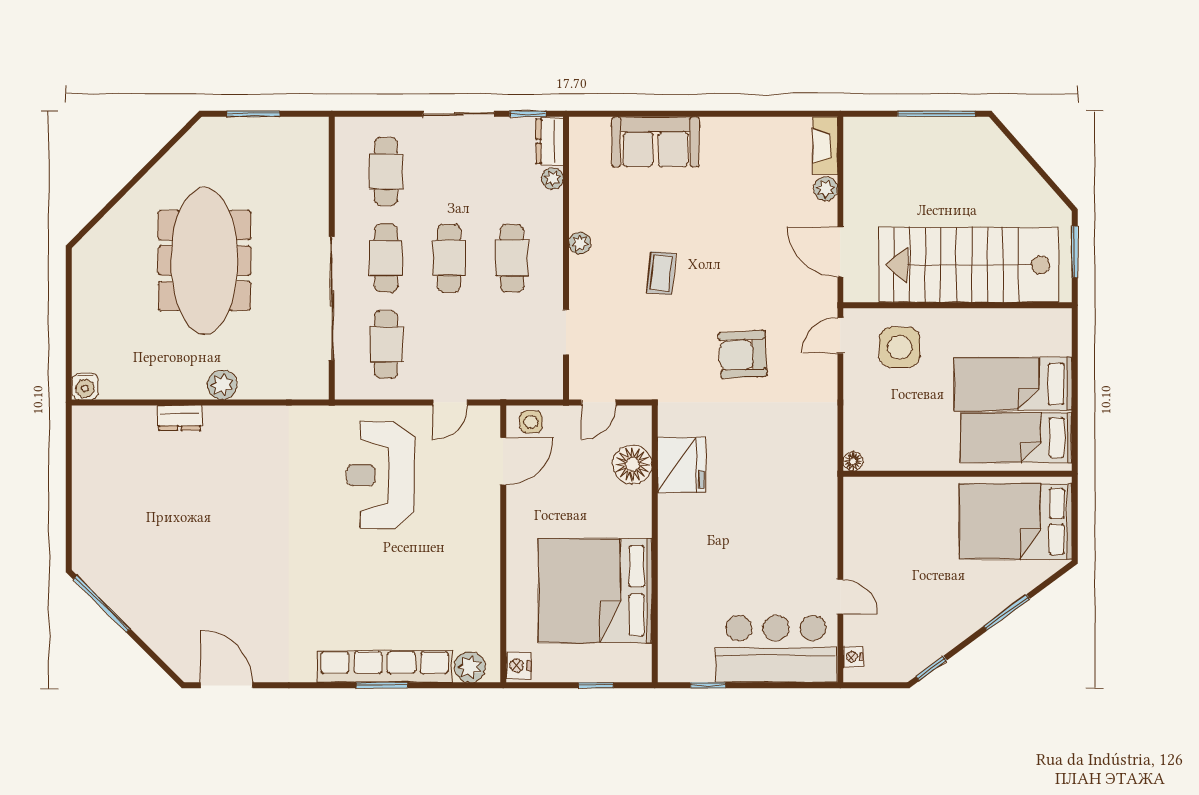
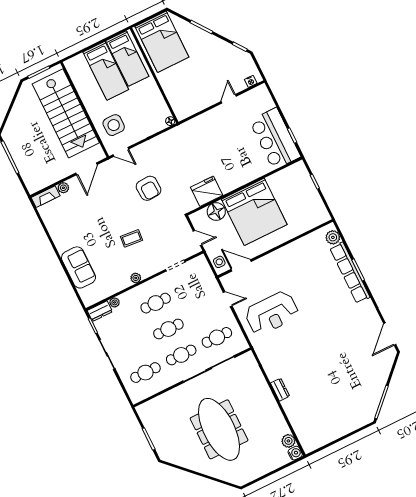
meeting table: (204, 261) -> (219, 429), turned 90
plant: (222, 385) -> (288, 441), moved
dresser: (180, 418) -> (280, 390), moved
bed: (595, 591) -> (254, 212), moved
bar counter: (776, 649) -> (275, 139), moved
nightstand: (518, 665) -> (322, 218), removed

